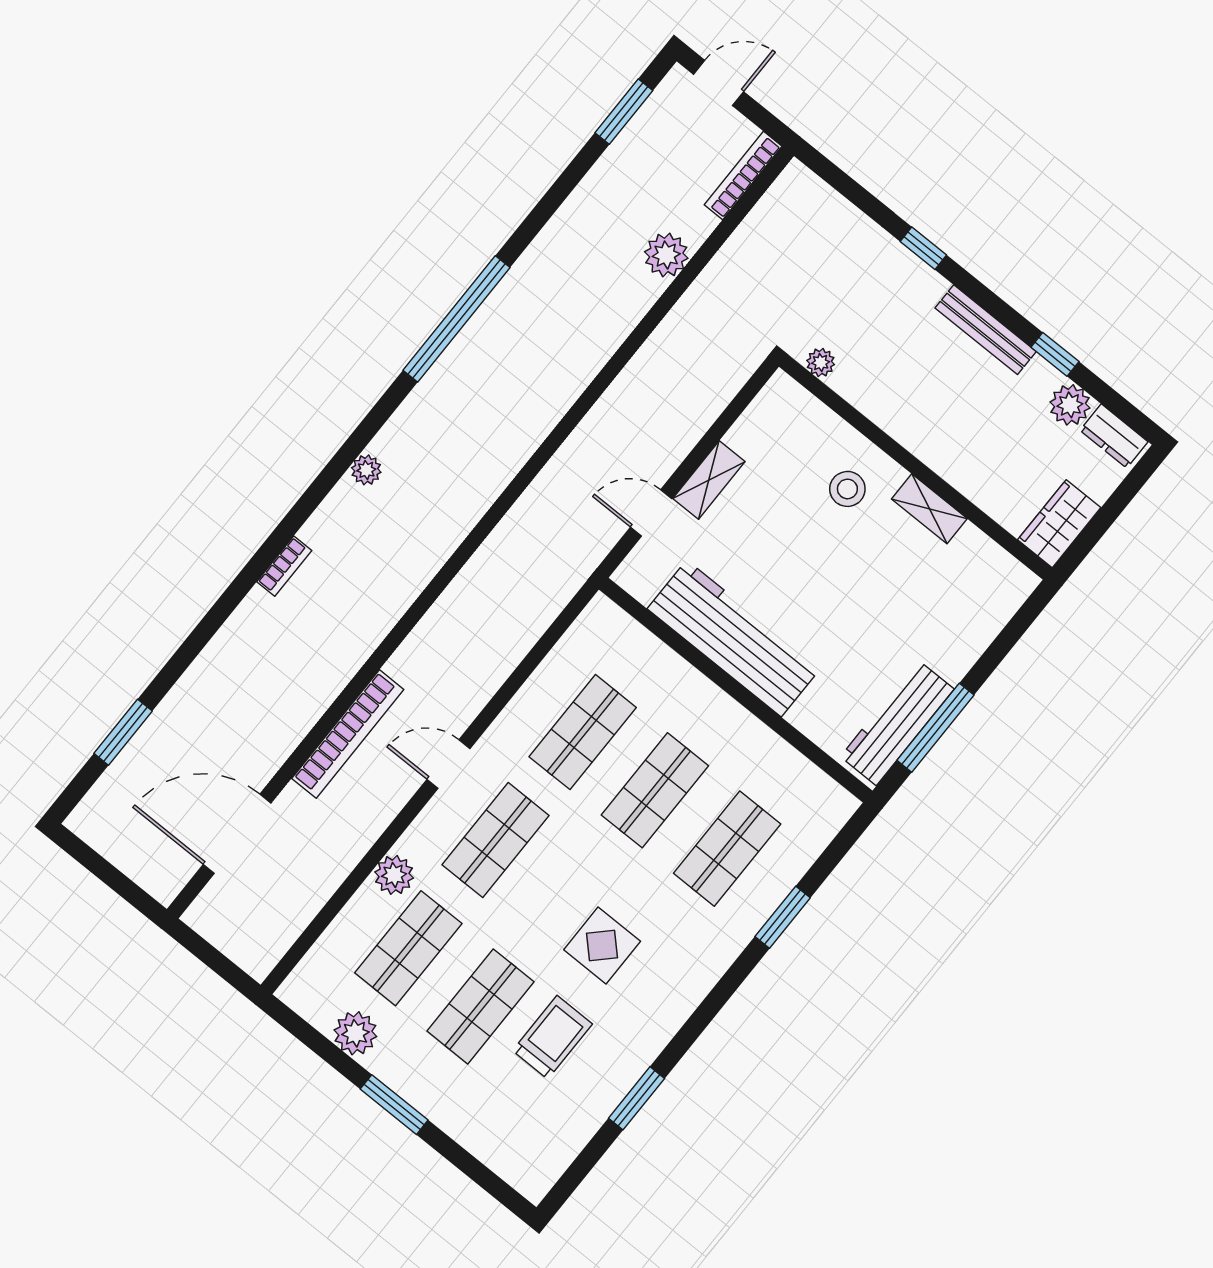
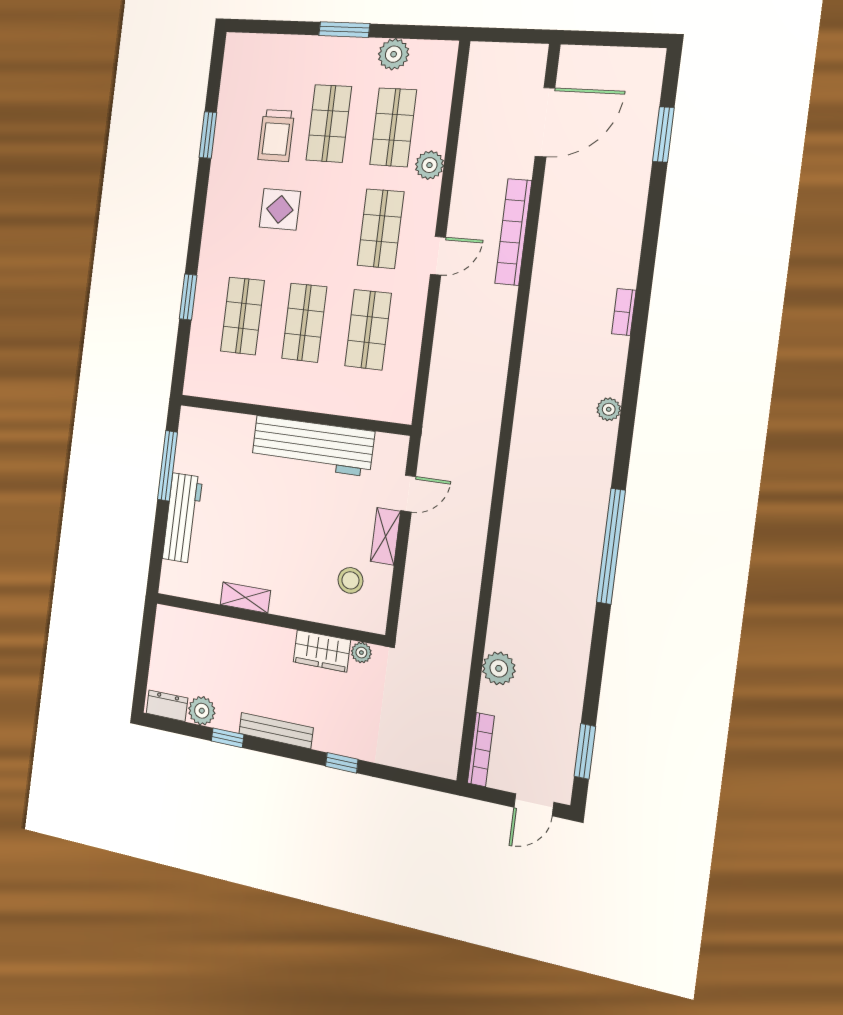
stool: (847, 489) -> (350, 580), moved
wardrobe: (1059, 524) -> (322, 651), moved, turned 90
workbench: (897, 723) -> (182, 518), moved

